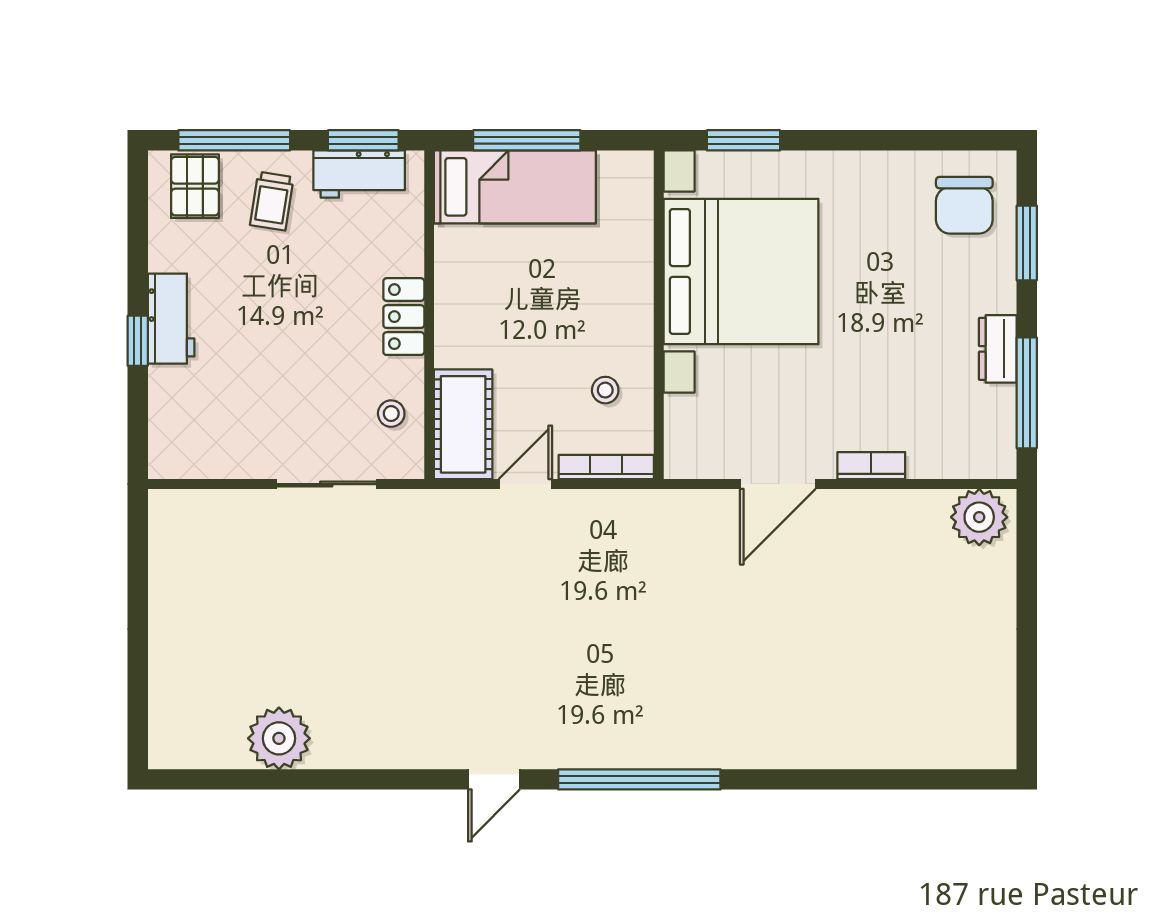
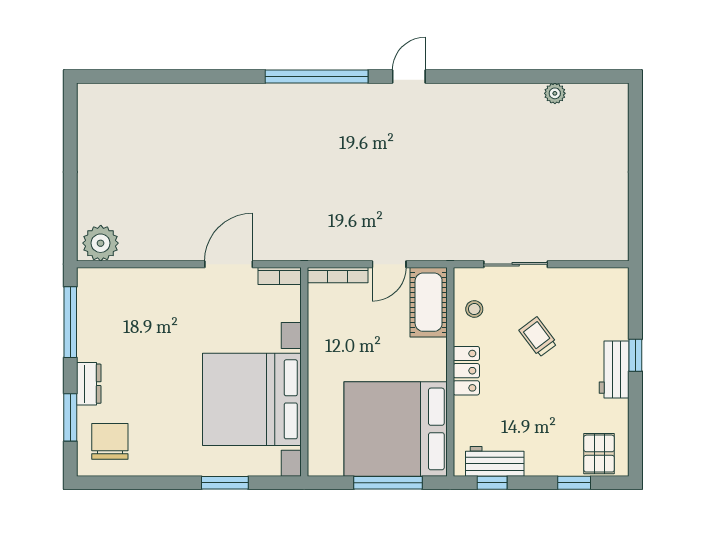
window: (234, 140) -> (574, 483), width x0.46
window: (363, 140) -> (492, 483), width x0.67
window: (743, 140) -> (225, 483), moved
bed: (515, 187) -> (396, 429), width x2.04
trolley: (272, 201) -> (538, 337), moved, turned -46
dresser: (998, 349) -> (89, 384), moved
stool: (605, 390) -> (338, 324), removed
bookcase: (871, 466) -> (280, 276), moved
plant: (279, 738) -> (555, 93), width x0.53, depth x0.53

